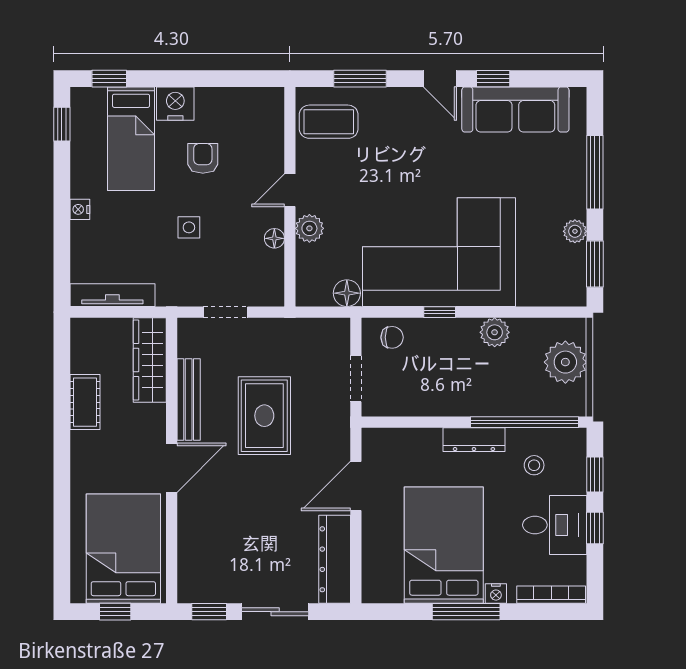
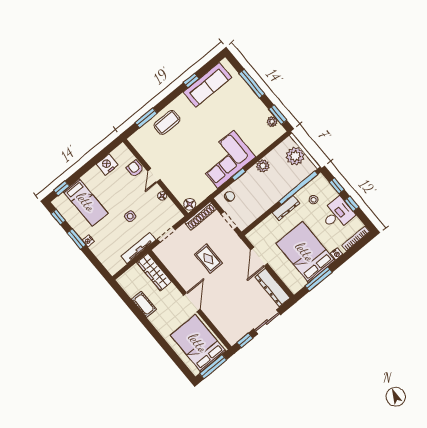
door: (440, 79) -> (173, 95), removed
nightstand: (175, 104) -> (107, 165), moved
coffee table: (329, 122) -> (167, 122), moved
armchair: (203, 158) -> (135, 169), moved
window: (62, 189) -> (76, 239), added
plant: (309, 228) -> (171, 183), removed
plant: (575, 231) -> (272, 122), moved
corner sofa: (439, 252) -> (226, 159), width x0.73, depth x0.74
floor lamp: (347, 293) -> (190, 204), moved
tv unit: (112, 295) -> (138, 248), moved
shoe rack: (313, 329) -> (201, 216), added
bench: (189, 400) -> (178, 274), removed
rug: (264, 416) -> (208, 259), width x0.73, depth x0.70
window: (115, 612) -> (213, 367), width x2.17
window: (466, 612) -> (319, 279), moved

